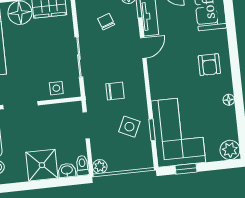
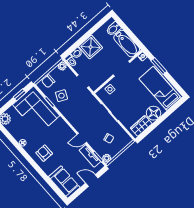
door: (143, 48) -> (82, 138), hinge flipped
chair: (115, 91) -> (48, 81), moved

